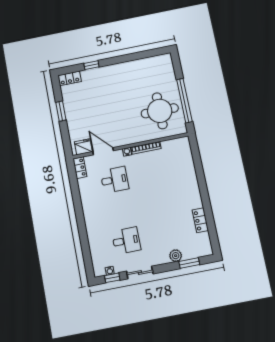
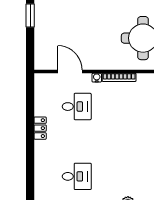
fridge: (83, 147) -> (48, 62), removed
locker: (80, 168) -> (40, 128), moved

